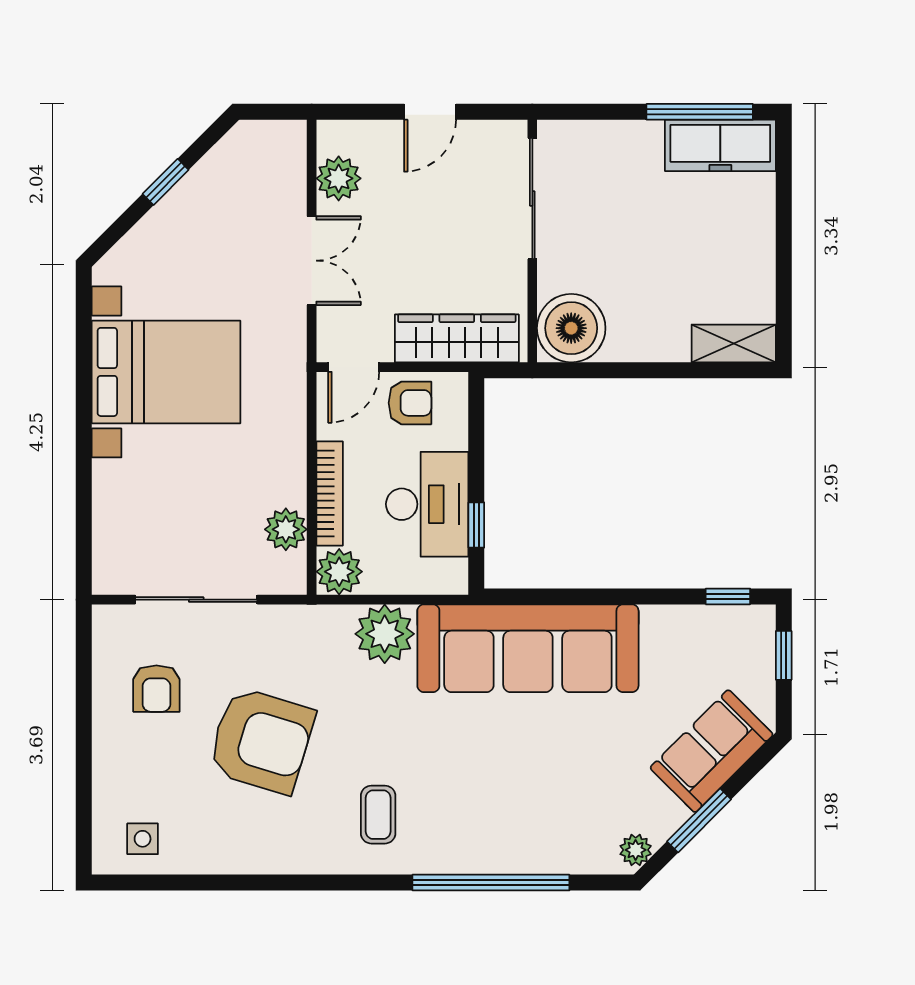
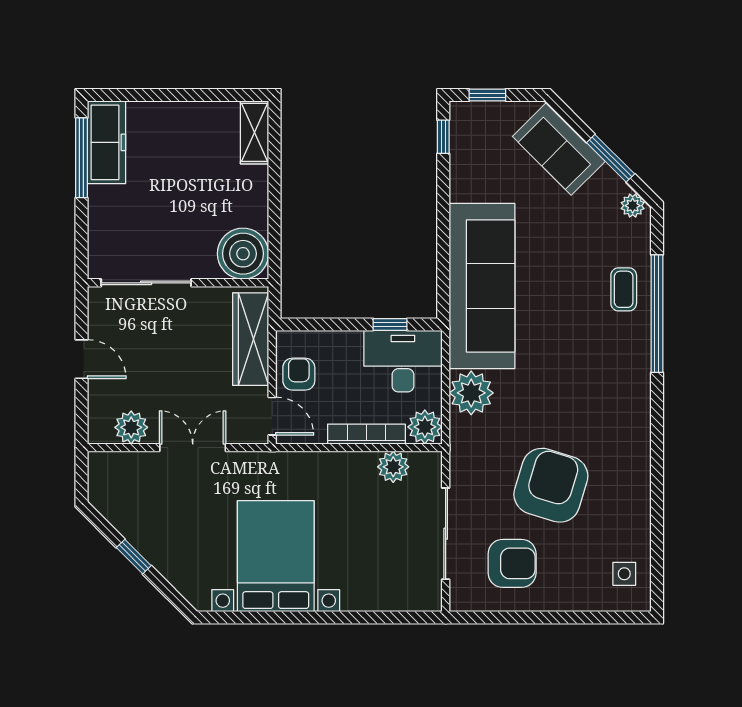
desk: (427, 504) -> (403, 361), moved
armchair: (156, 689) -> (512, 563), width x1.38, depth x1.38
coffee table: (378, 815) -> (624, 289), moved, turned 90

